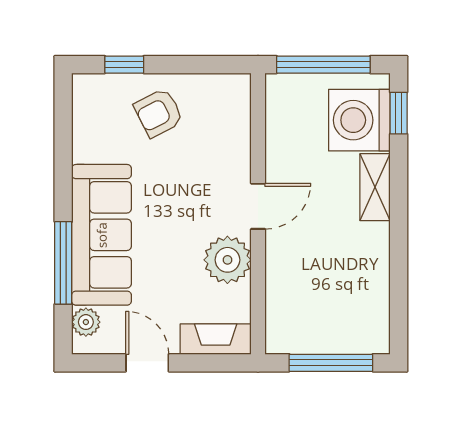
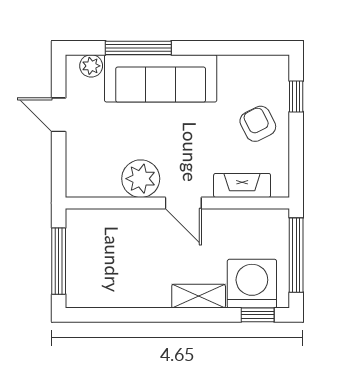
fireplace: (216, 339) -> (242, 185), moved, turned -90
door: (147, 363) -> (59, 115), swing flipped

